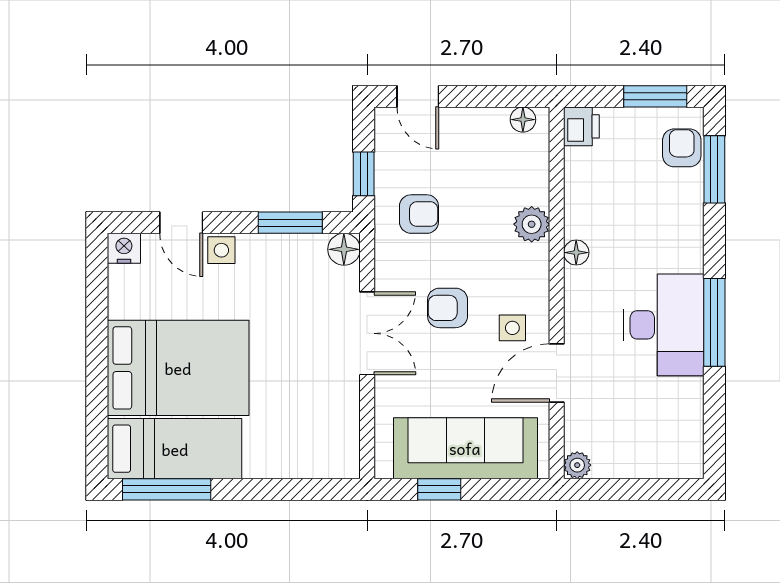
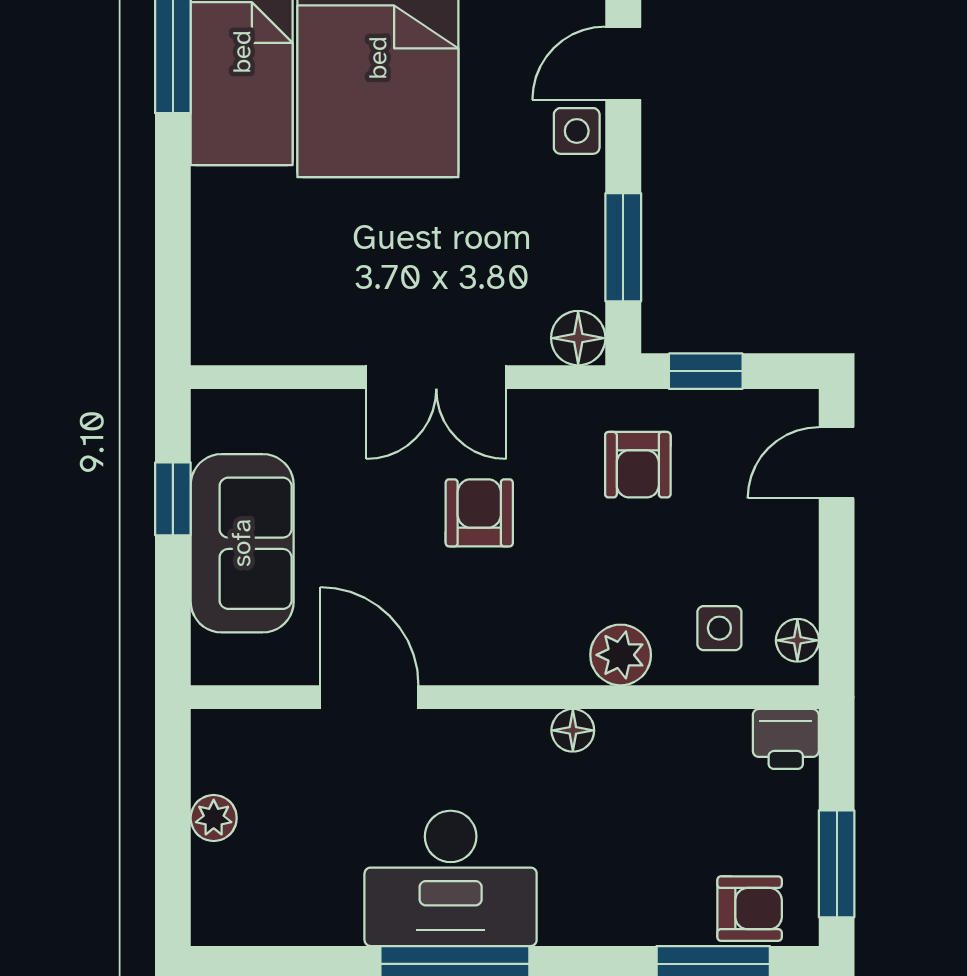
side table: (512, 328) -> (719, 628), moved
sofa: (465, 448) -> (242, 543), width x0.73
plant: (577, 465) -> (214, 818), moved

